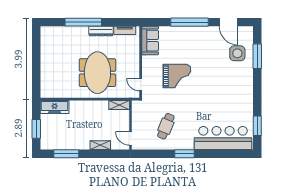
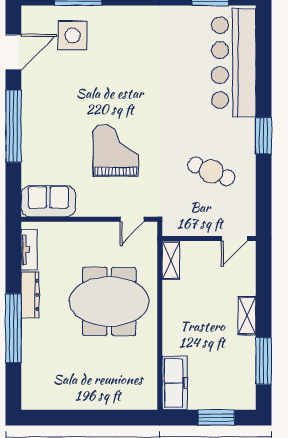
shelving: (100, 145) -> (247, 316), moved

